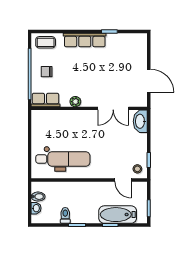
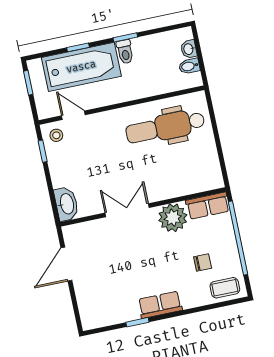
row of seats: (85, 40) -> (160, 305), width x0.68
chair: (47, 72) -> (203, 262), moved
door: (149, 81) -> (66, 264), hinge flipped
plant: (75, 102) -> (173, 218), width x1.88, depth x1.88
double door: (113, 108) -> (127, 210), moved
toilet: (65, 215) -> (125, 52), moved
bathtub: (118, 215) -> (81, 67), width x1.36, depth x1.36

